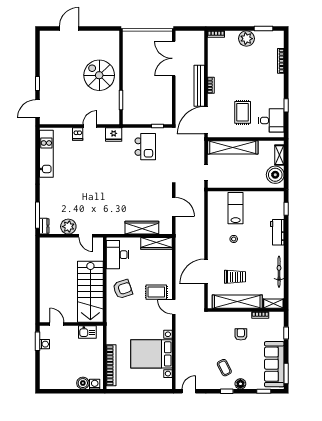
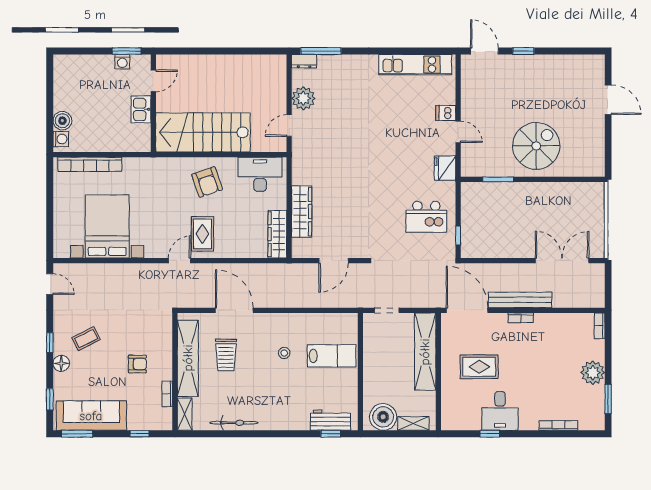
desk: (271, 120) -> (500, 411), moved
workbench: (277, 232) -> (330, 420), moved
kitchen sink: (87, 332) -> (141, 109), moved

